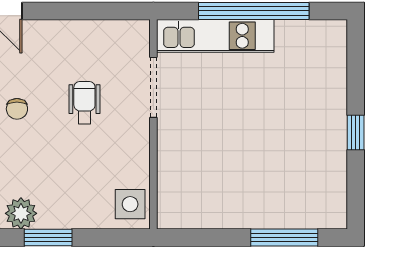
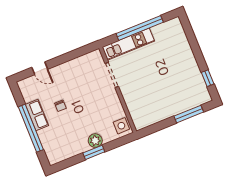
wheelchair: (84, 103) -> (87, 92), removed
window: (356, 133) -> (208, 78), moved
plant: (21, 213) -> (95, 141), moved

